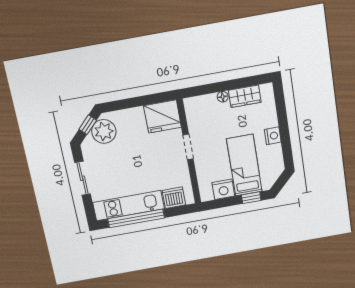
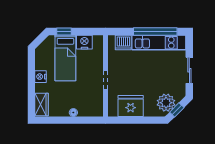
wardrobe: (245, 96) -> (42, 104), moved, turned 90
fridge: (162, 116) -> (131, 106), moved

